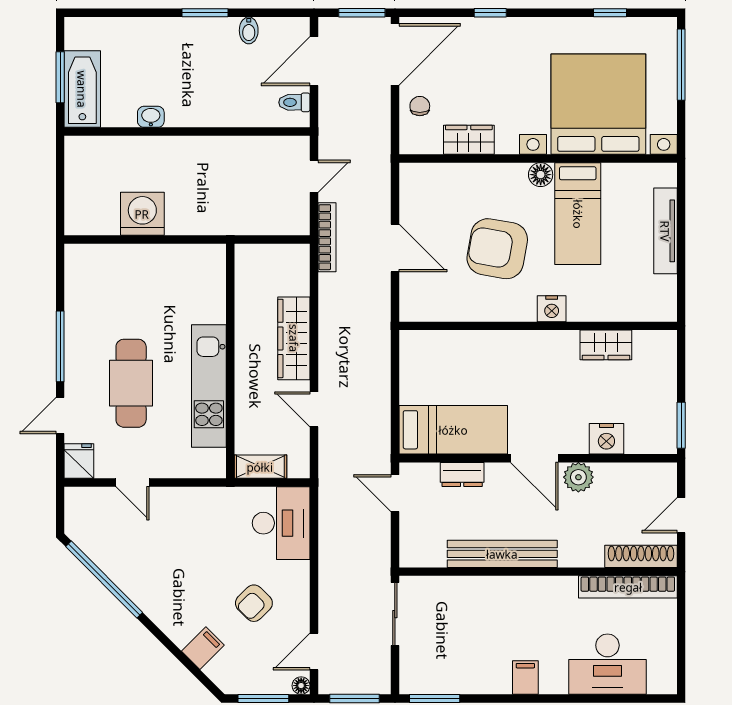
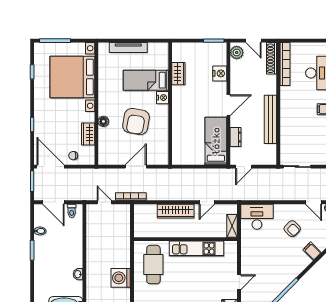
floor lamp: (541, 175) -> (103, 121), moved
bed: (578, 214) -> (146, 80), moved, turned 180
cafe table: (131, 383) -> (153, 265), moved, turned 90
plant: (578, 477) -> (237, 53), moved

